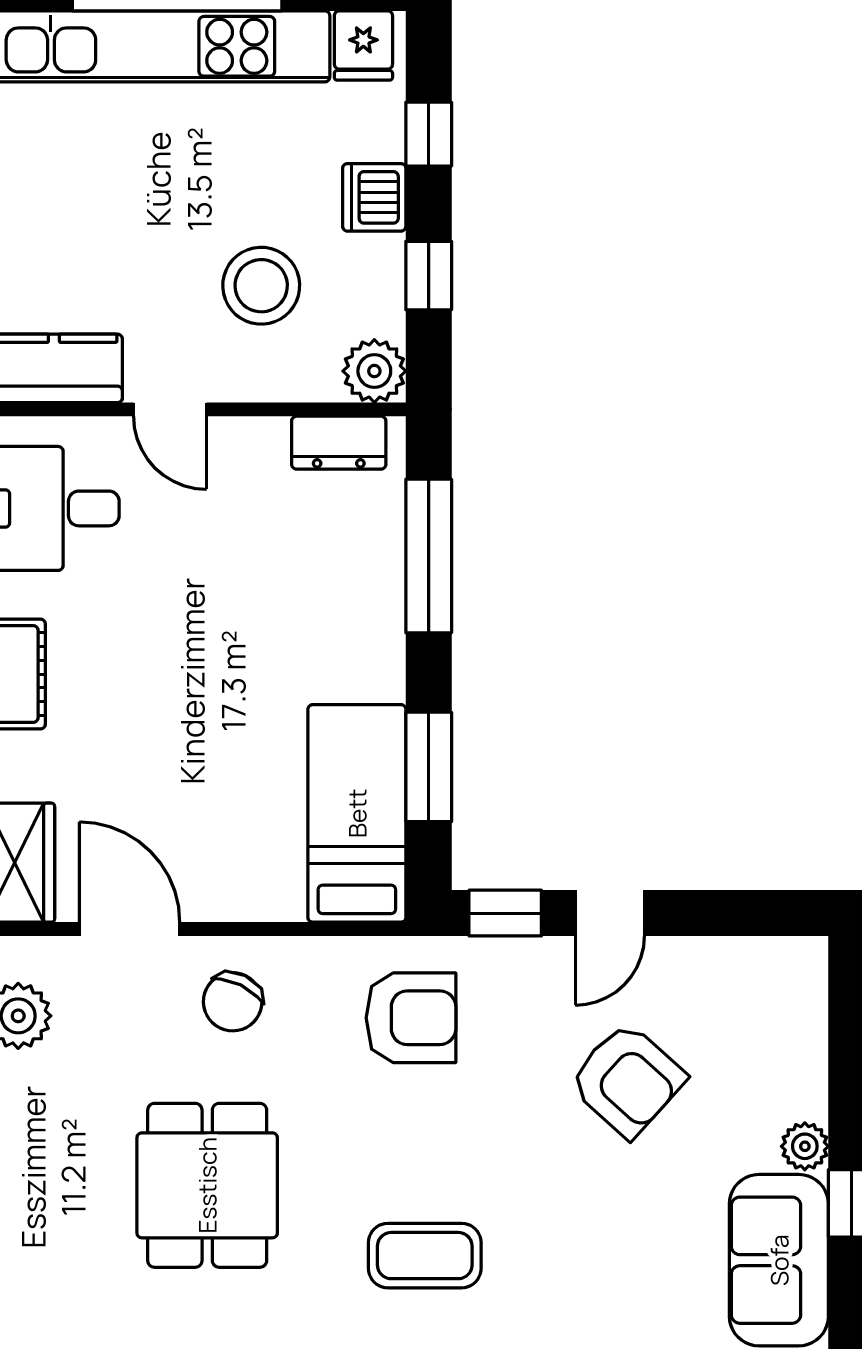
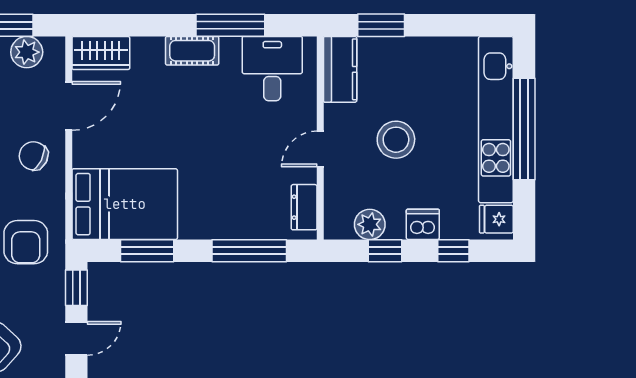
stool: (261, 286) -> (396, 140), moved
plant: (374, 371) -> (370, 224), moved
door: (170, 409) -> (320, 149), moved
bed: (357, 813) -> (125, 204), width x1.50
door: (610, 913) -> (76, 338), swing flipped

